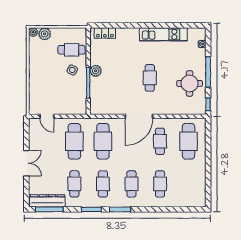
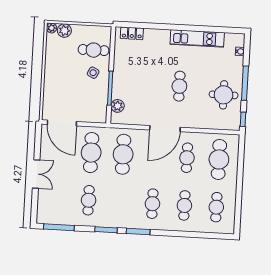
plant: (96, 71) -> (118, 106), moved
door: (47, 116) -> (62, 123), width x1.88
cafe table: (103, 184) -> (216, 207), moved
dresser: (47, 201) -> (57, 218), removed

